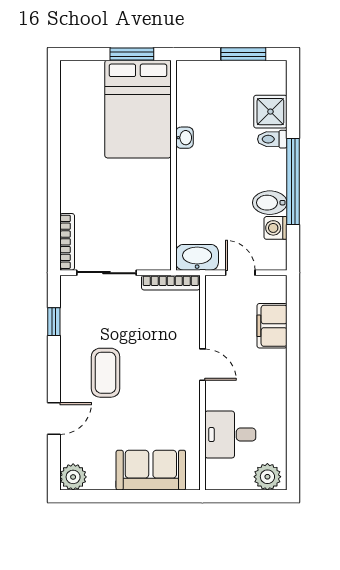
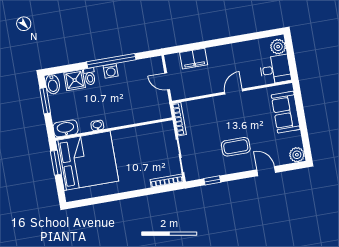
bed: (138, 109) -> (87, 161), width x1.36
bidet: (270, 203) -> (53, 84), moved
washing machine: (275, 228) -> (111, 71), moved
washbasin: (197, 257) -> (66, 128), moved, turned 90
door: (240, 273) -> (167, 81), hinge flipped
door: (202, 365) -> (234, 92), moved
desk: (230, 435) -> (275, 69), moved, turned -90

